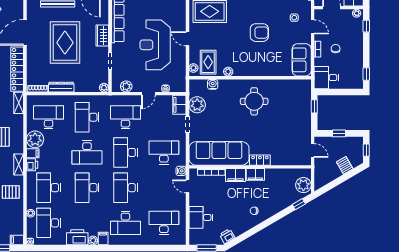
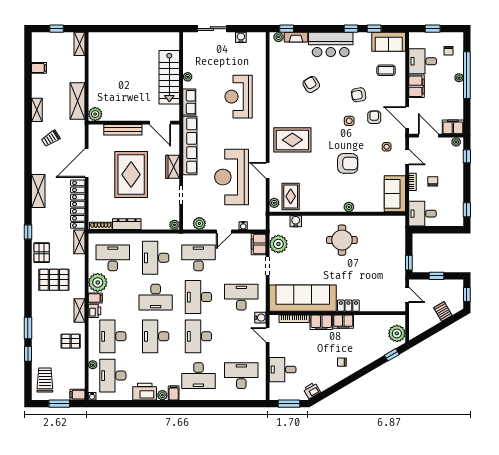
plant: (228, 72) -> (349, 207), moved
window: (314, 106) -> (409, 263), moved

